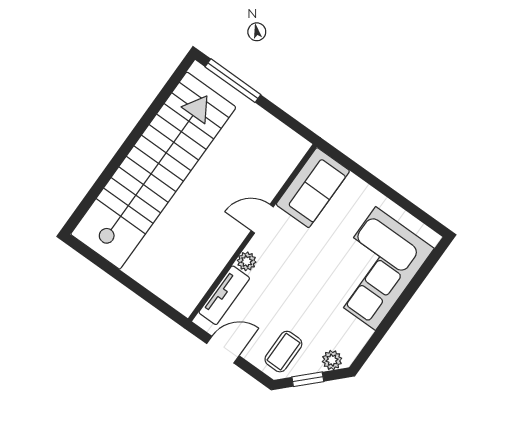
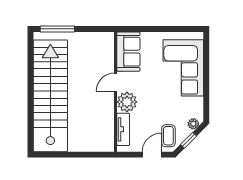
plant: (247, 261) -> (127, 102), width x1.88, depth x1.88
door: (223, 350) -> (152, 155), moved

